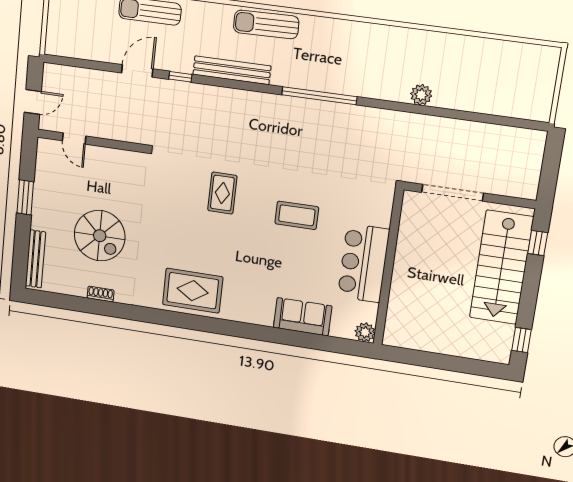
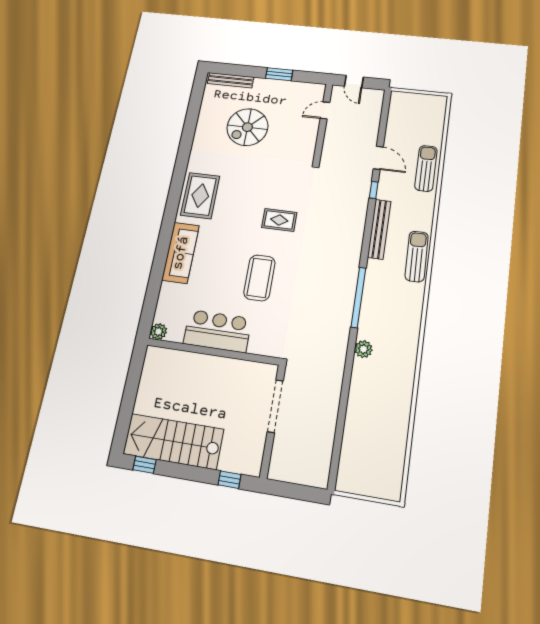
plant: (421, 95) -> (363, 349), moved
coffee table: (297, 215) -> (259, 278), width x1.36, depth x1.32
stairs: (501, 267) -> (173, 441), moved
shoe rack: (101, 294) -> (201, 127), removed
sofa: (303, 317) -> (181, 253), moved, width x1.36

